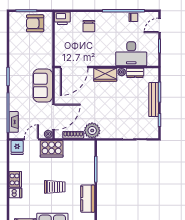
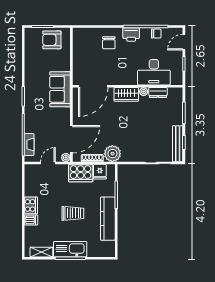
printer: (62, 18) -> (131, 34), moved
sofa: (43, 85) -> (60, 89), moved
bench: (154, 100) -> (178, 144), moved
fridge: (17, 148) -> (100, 172), moved
cooker: (52, 149) -> (81, 173), moved
kitchen counter: (88, 199) -> (108, 219), width x1.50

